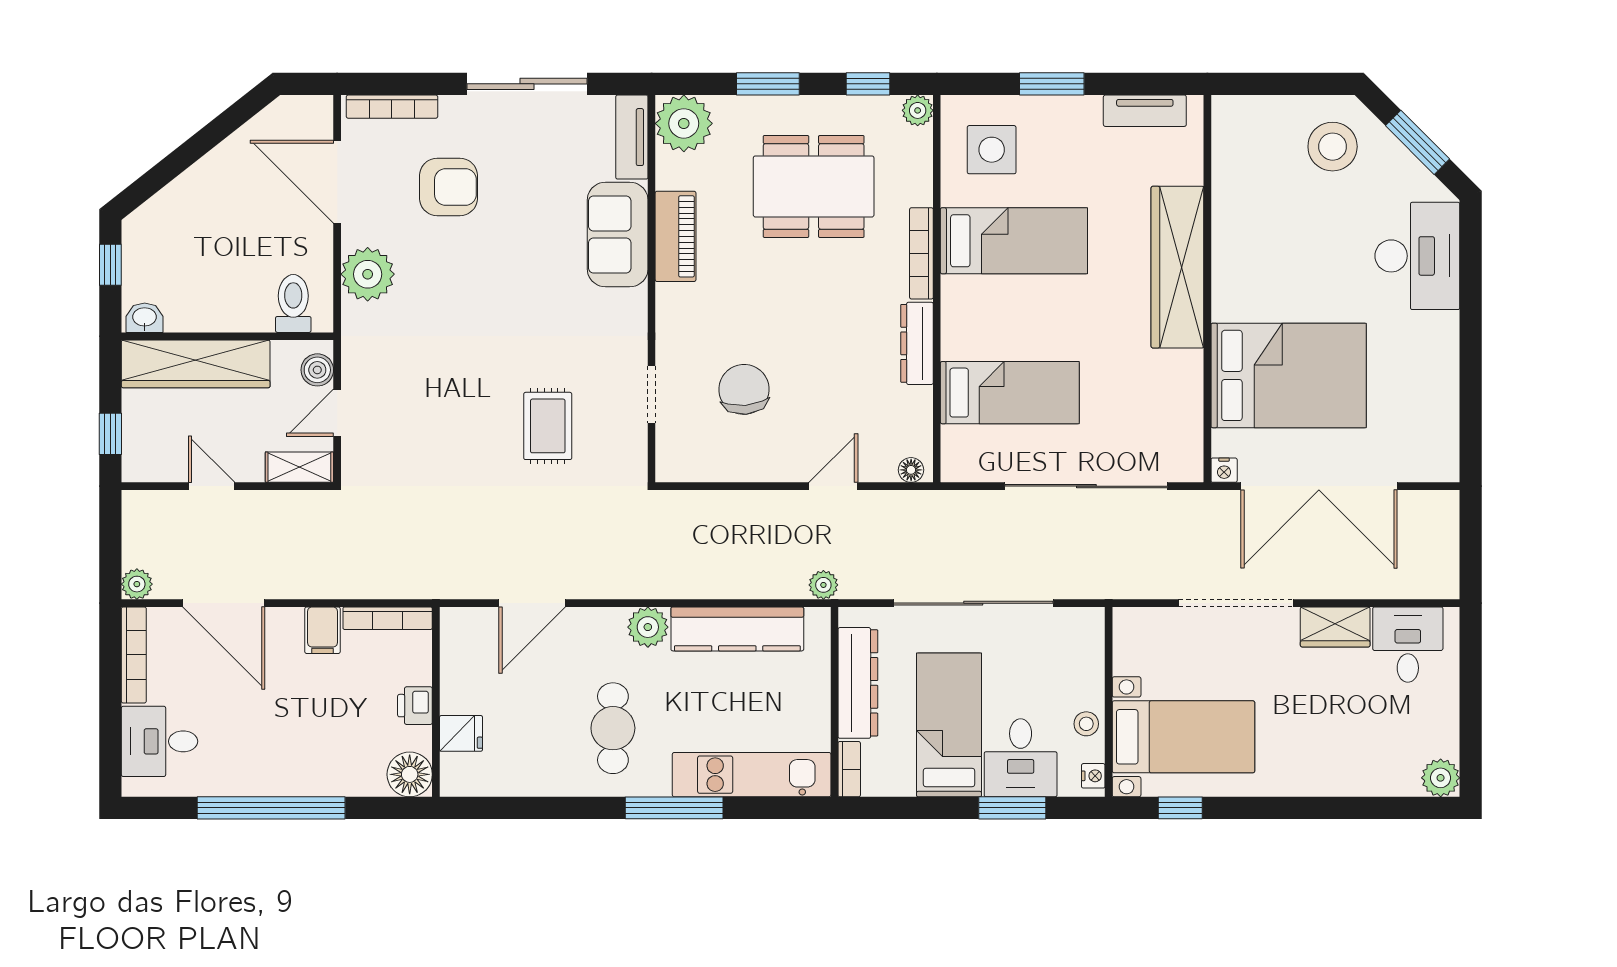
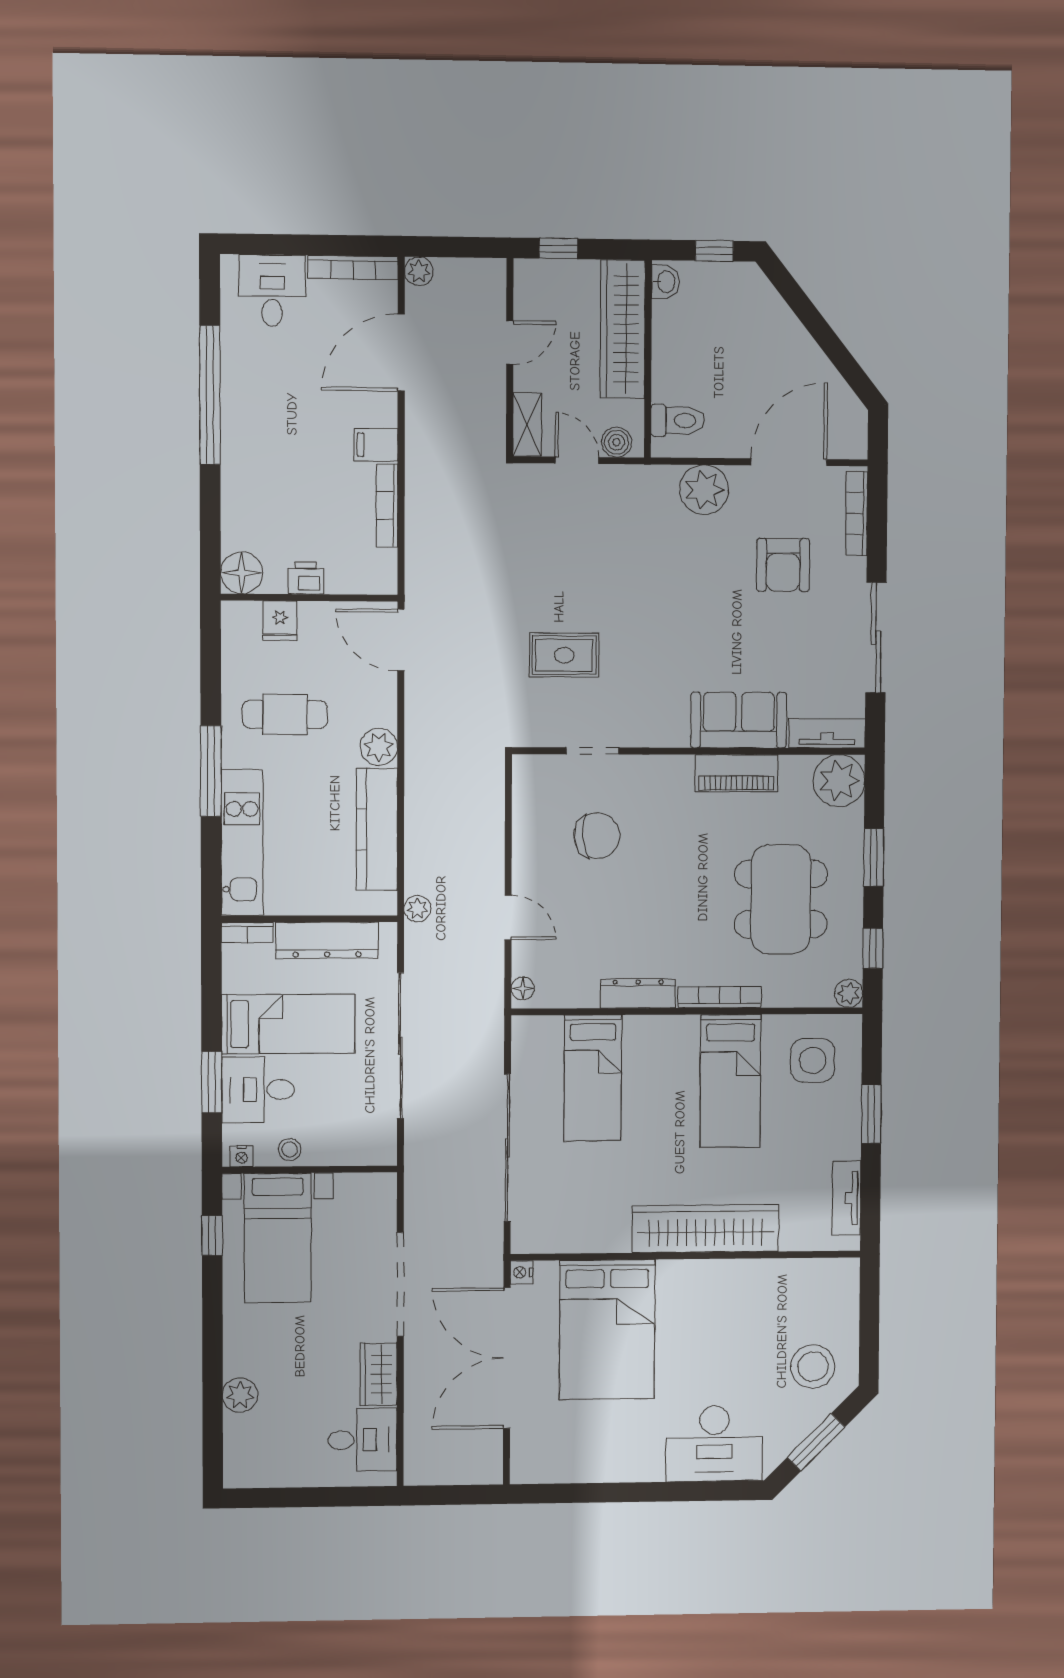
wall: (436, 702) -> (309, 598), moved
printer: (415, 706) -> (306, 578), moved
fridge: (461, 733) -> (280, 621), moved
floor lamp: (410, 774) -> (242, 573), moved
plant: (1441, 778) -> (240, 1395), moved

